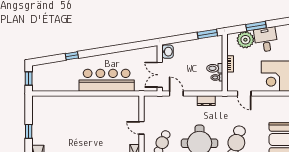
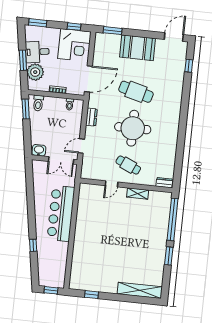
toilet: (215, 68) -> (38, 103), moved
door: (244, 94) -> (88, 79), width x1.88
window: (29, 131) -> (91, 295), moved

